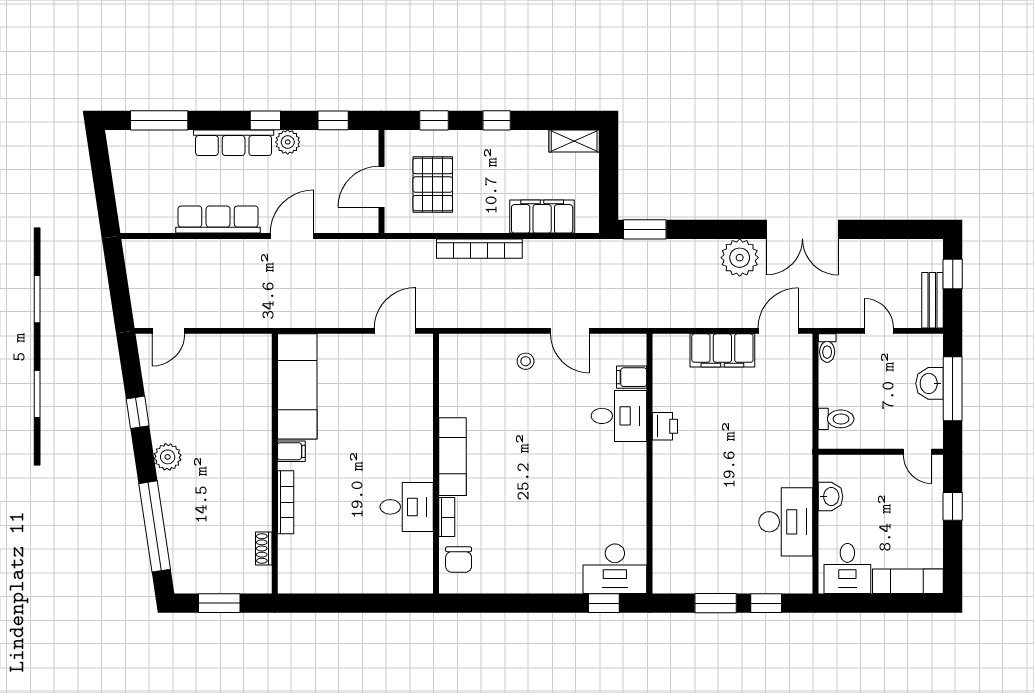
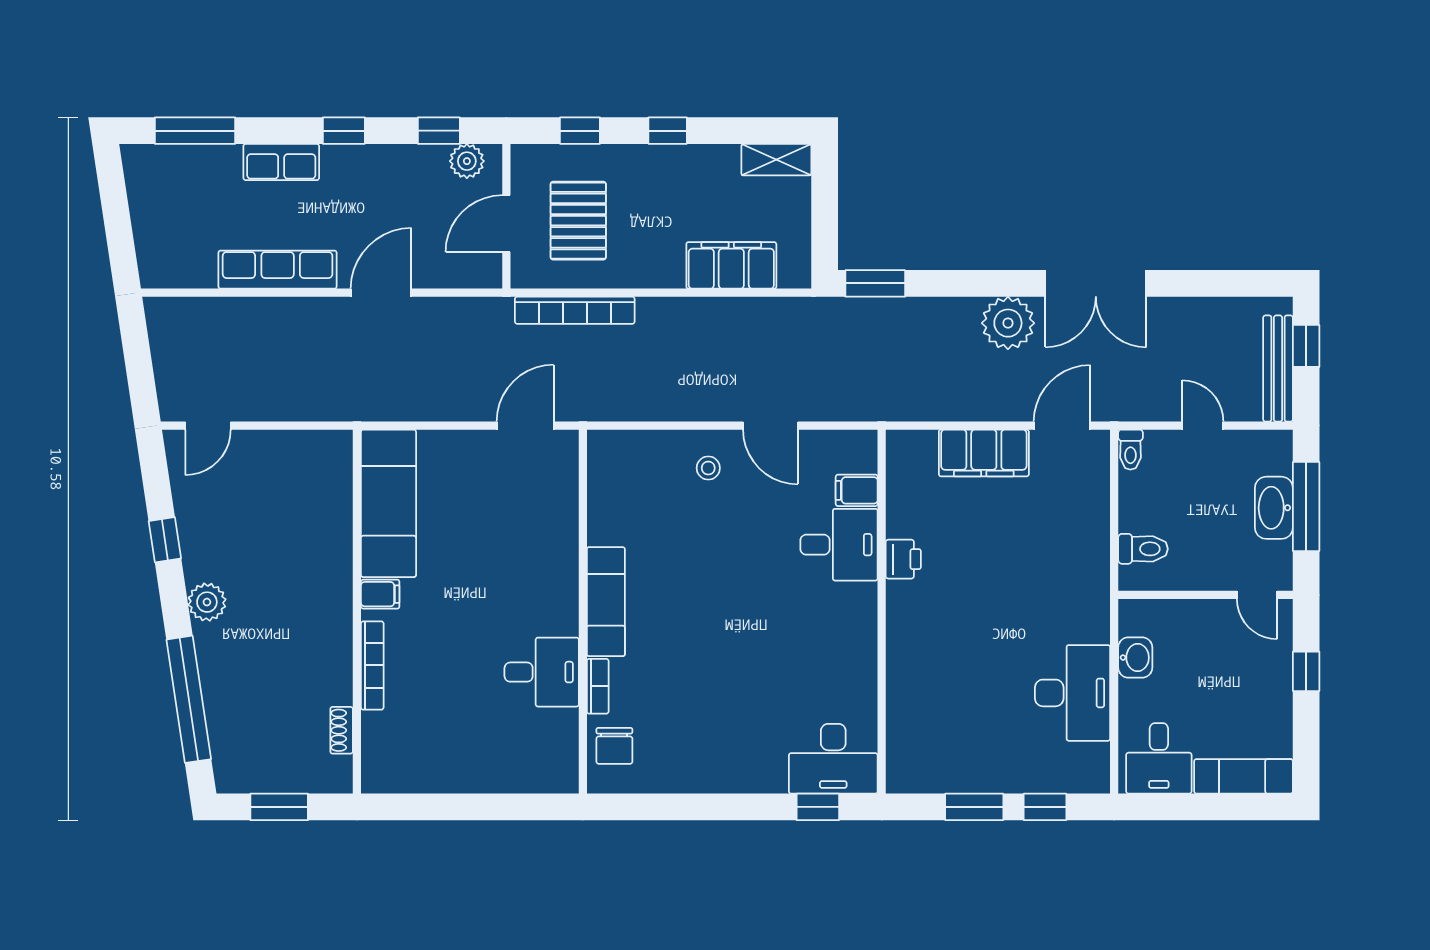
plant: (288, 142) -> (467, 161), moved
row of seats: (234, 143) -> (281, 162), width x0.68
bookcase: (479, 249) -> (575, 310), moved
bench: (932, 300) -> (1278, 369), width x1.36
washbasin: (930, 383) -> (1274, 508), width x1.38

